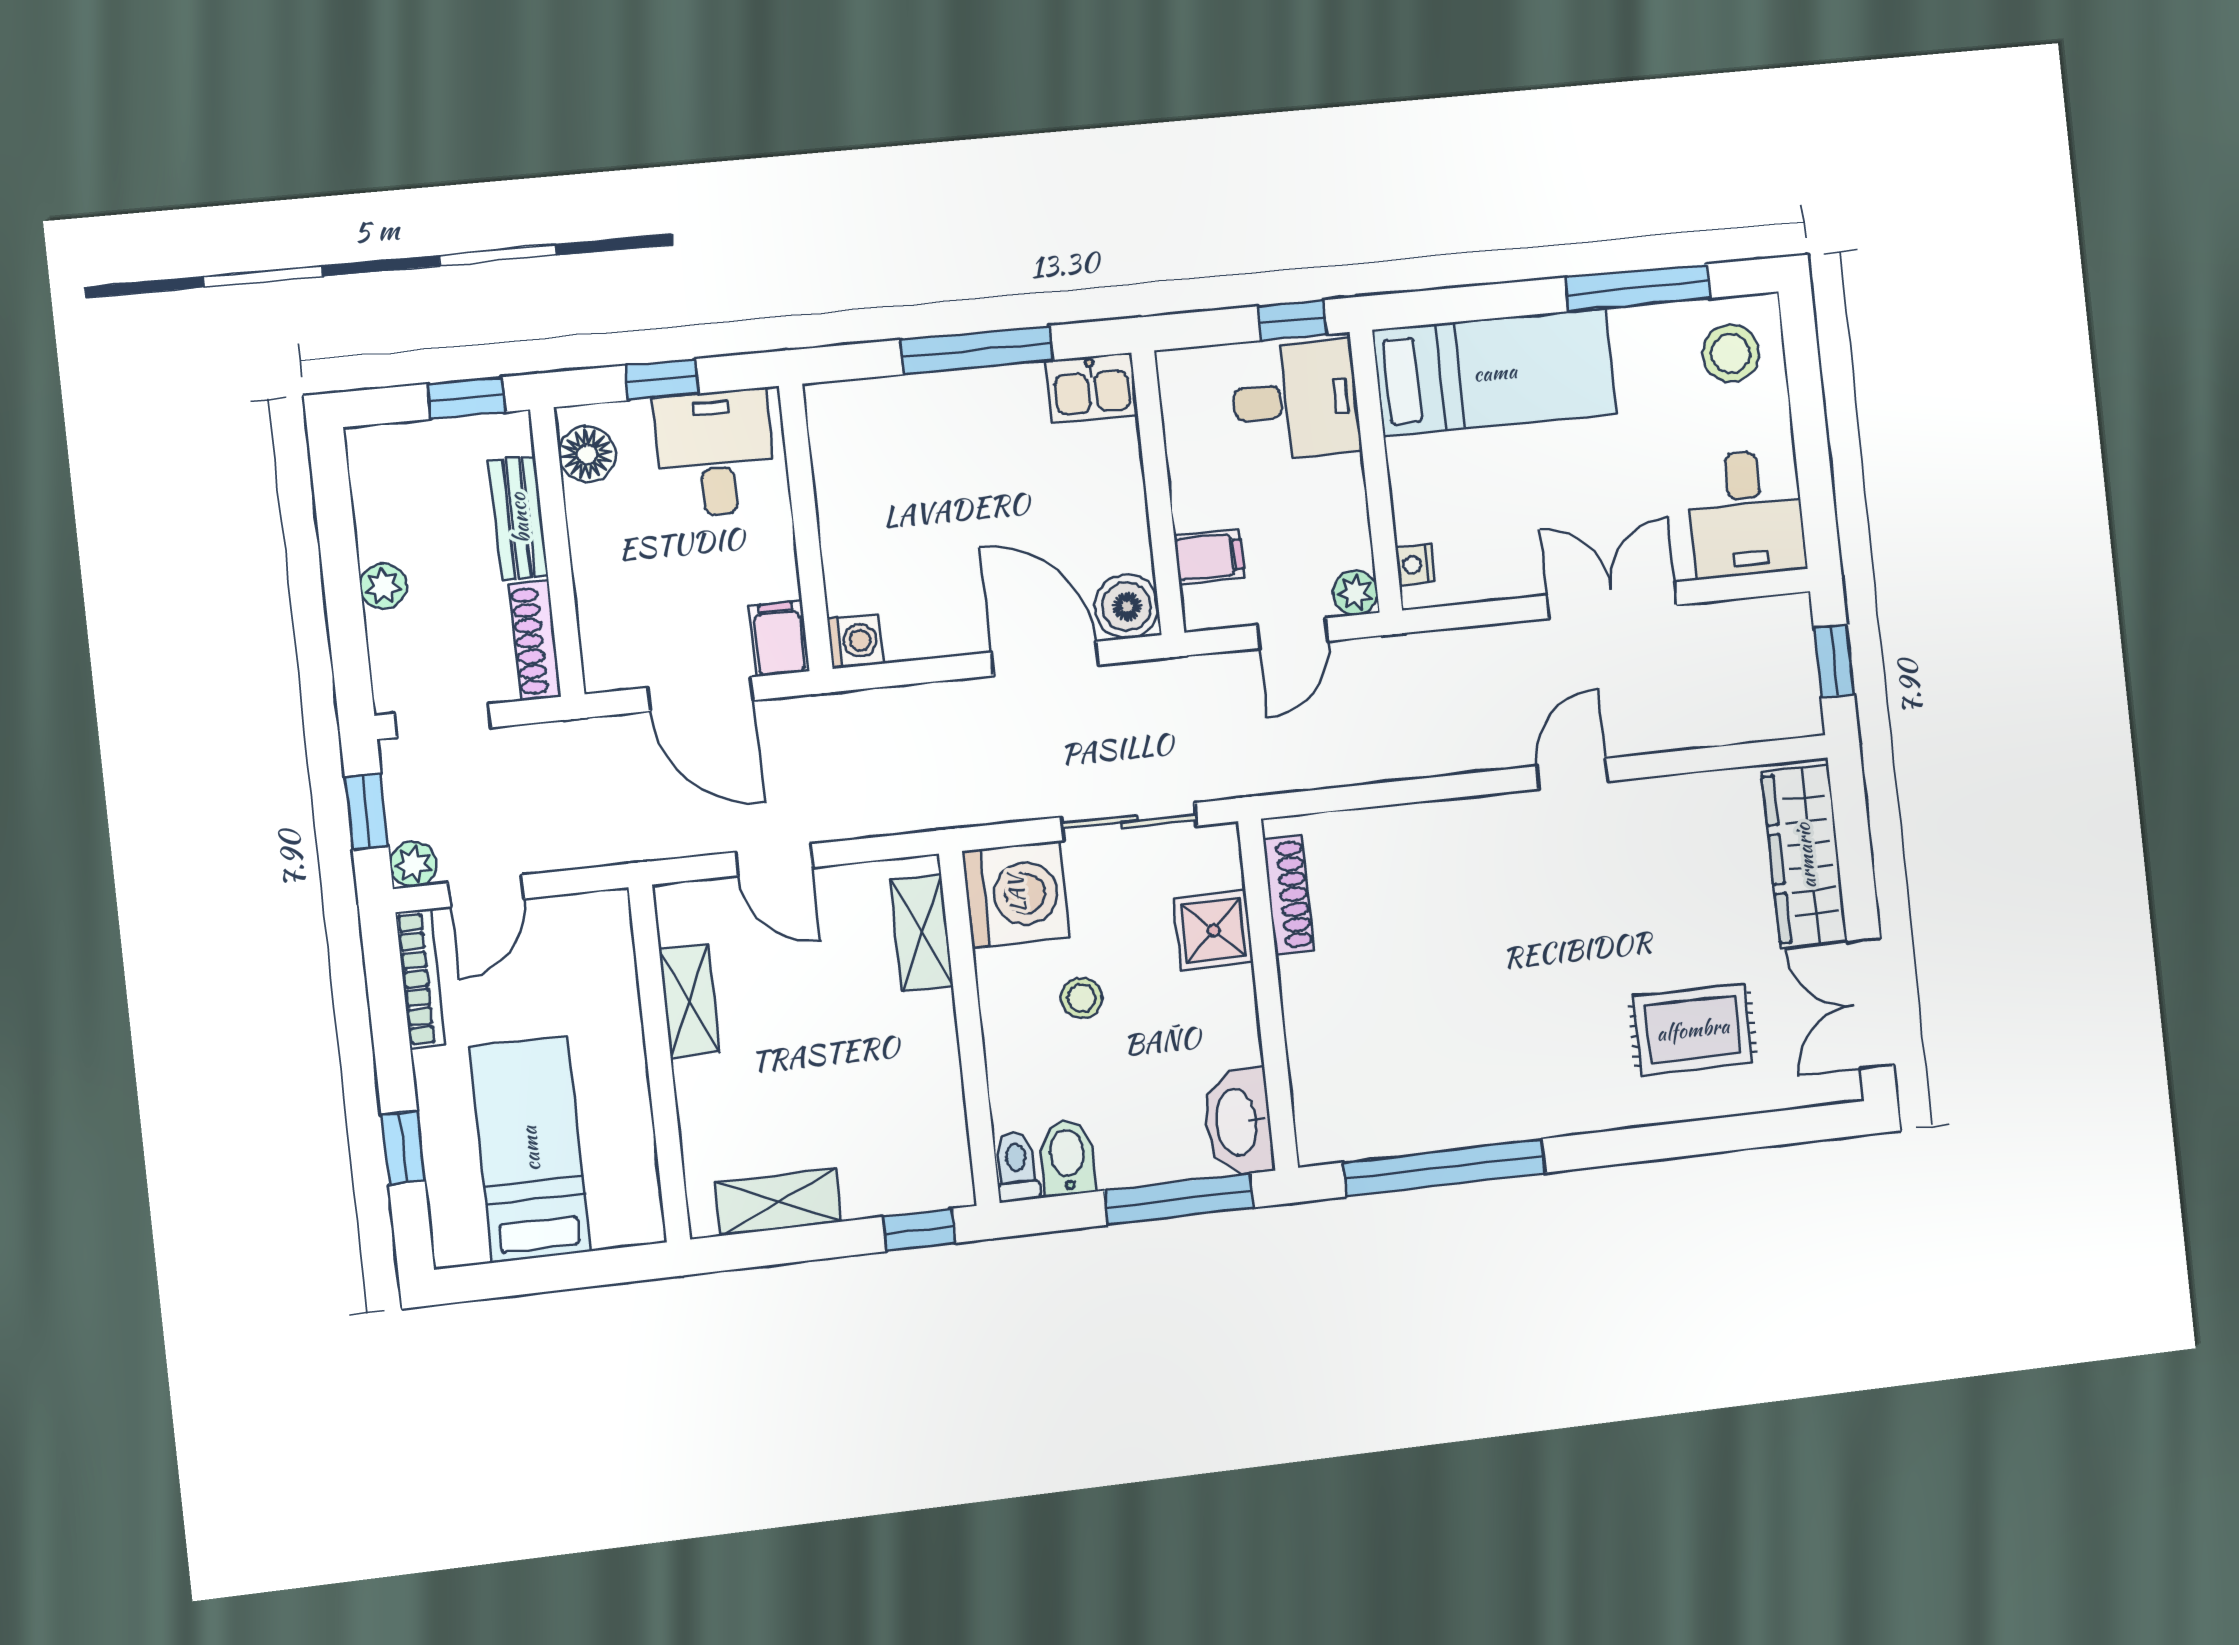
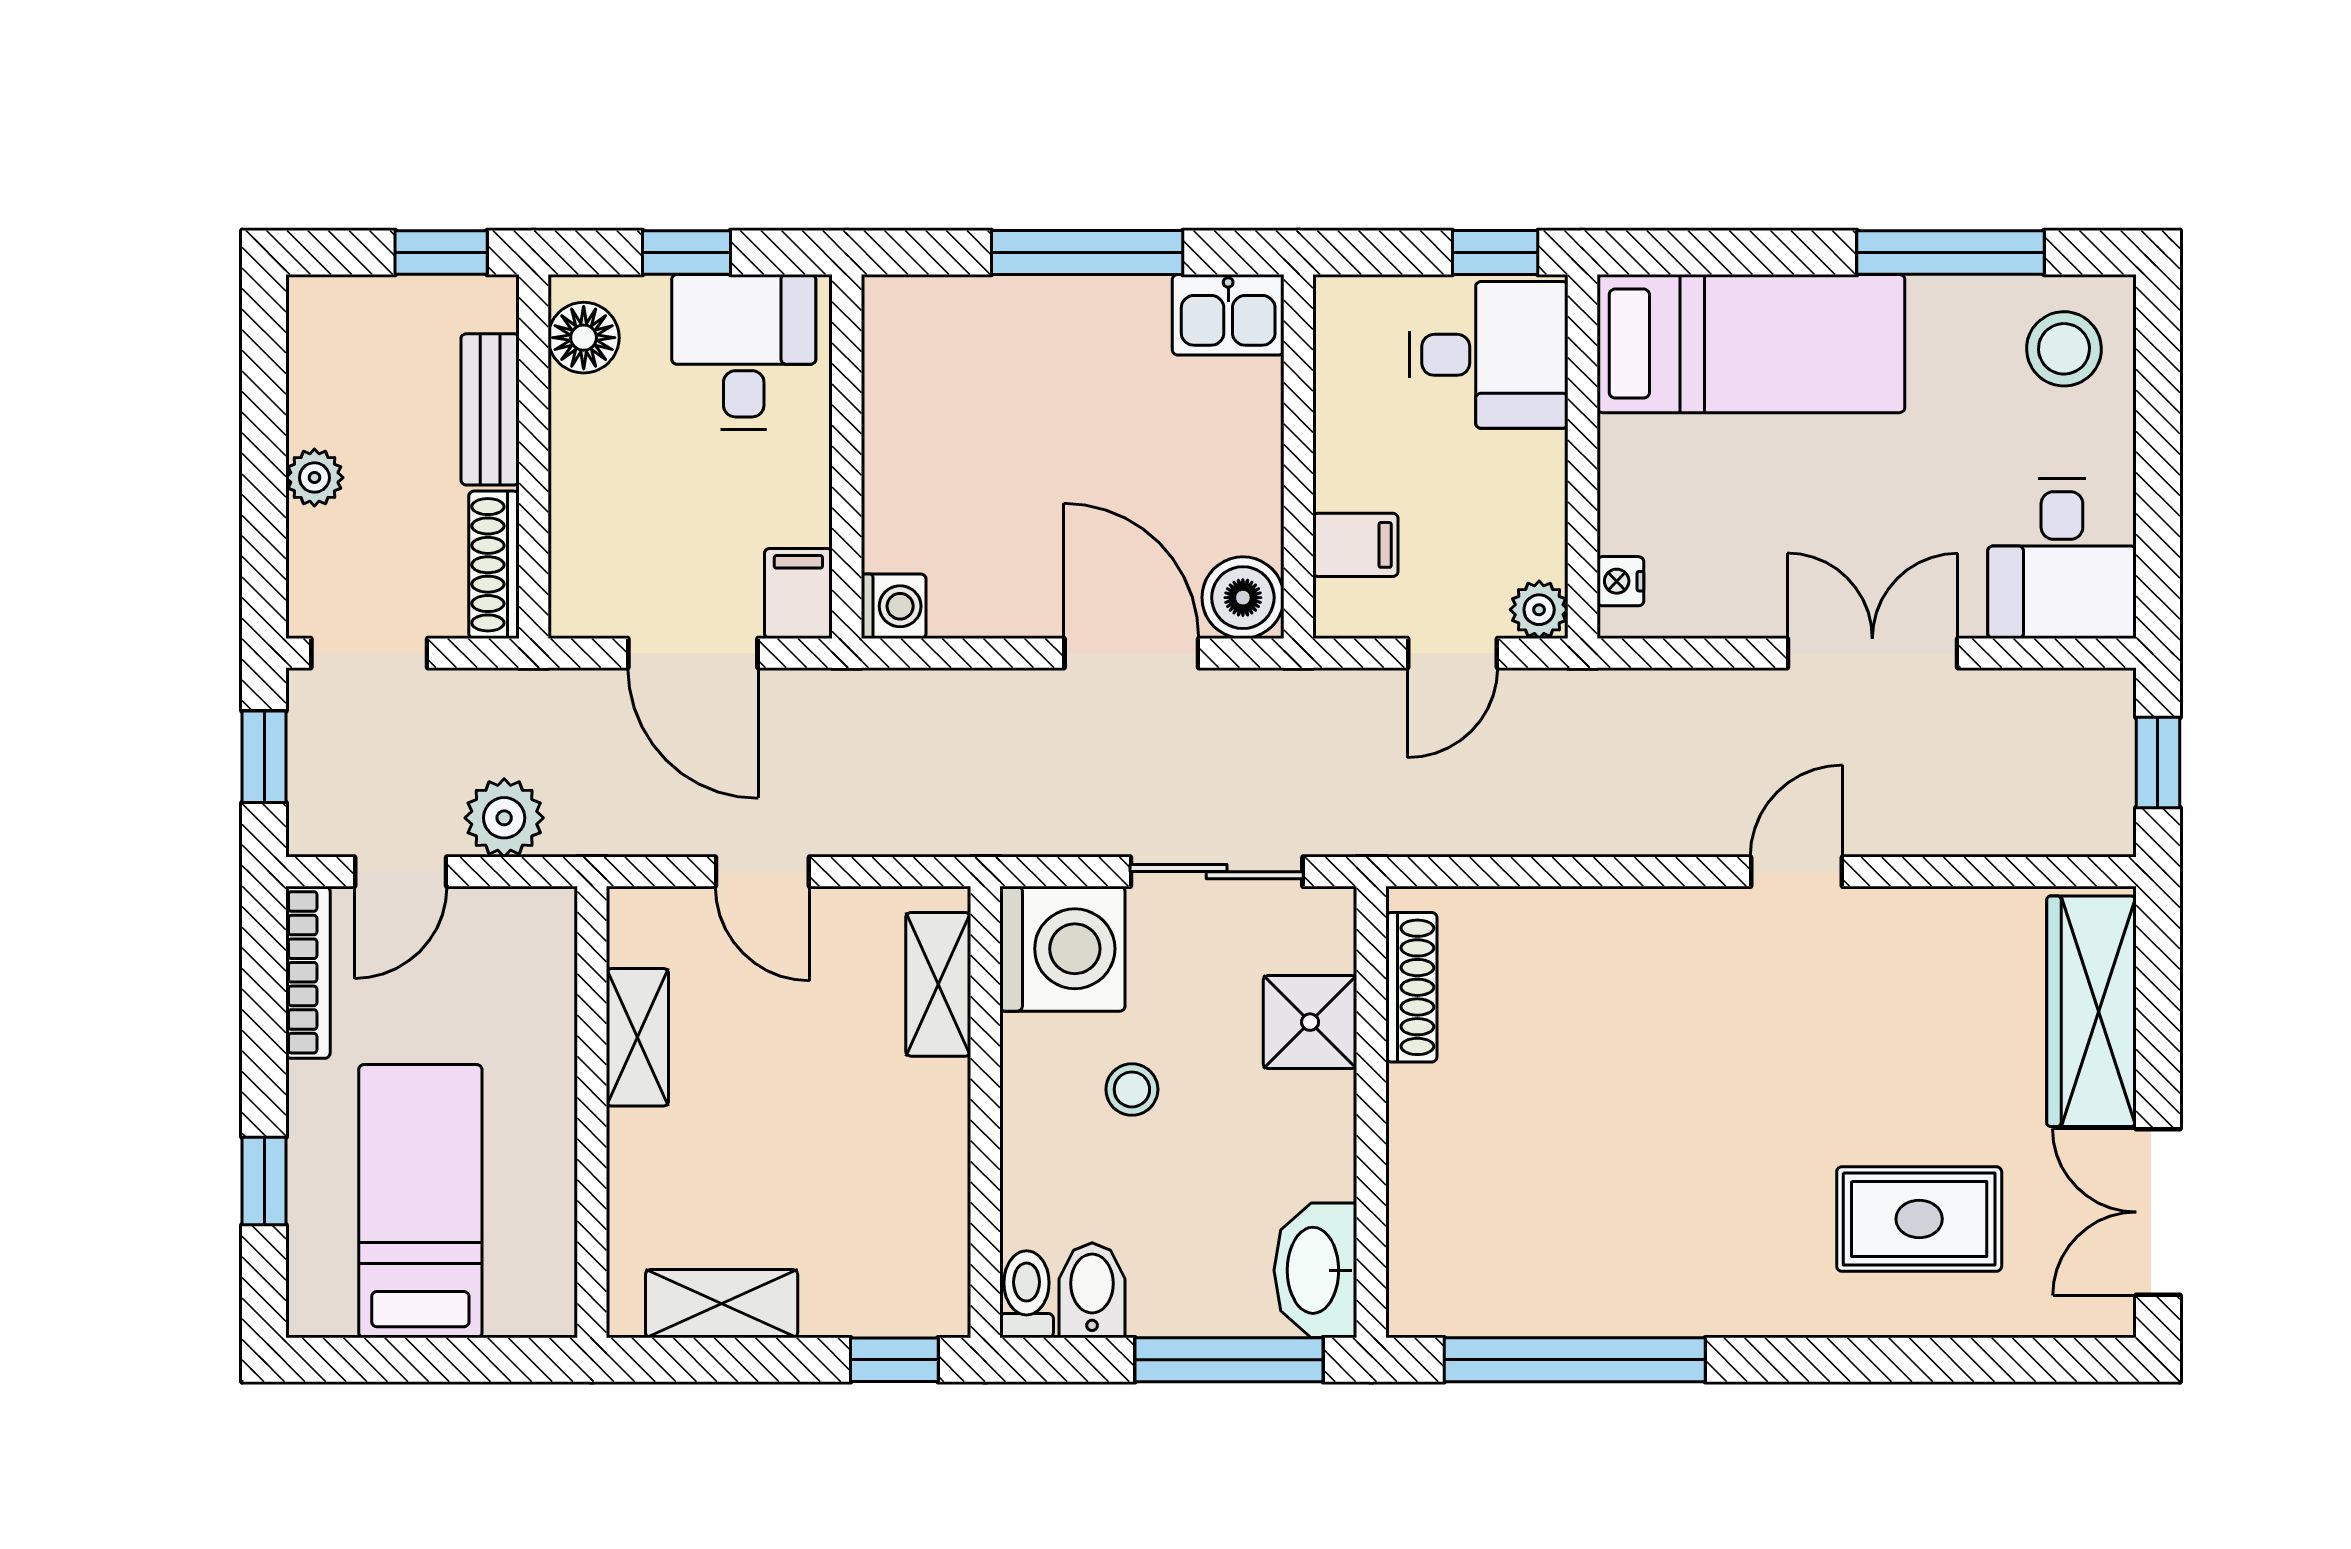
plant: (413, 864) -> (504, 818), moved, width x1.38, depth x1.38

